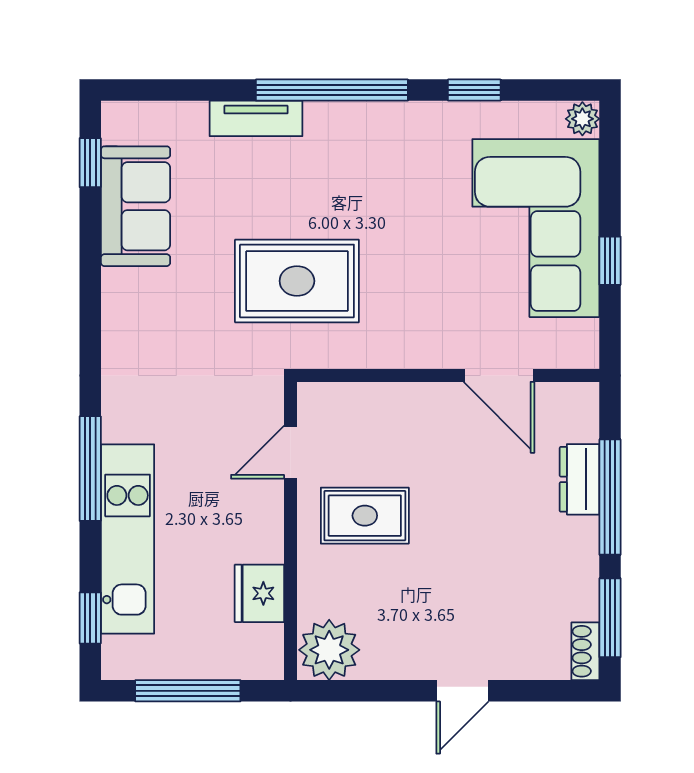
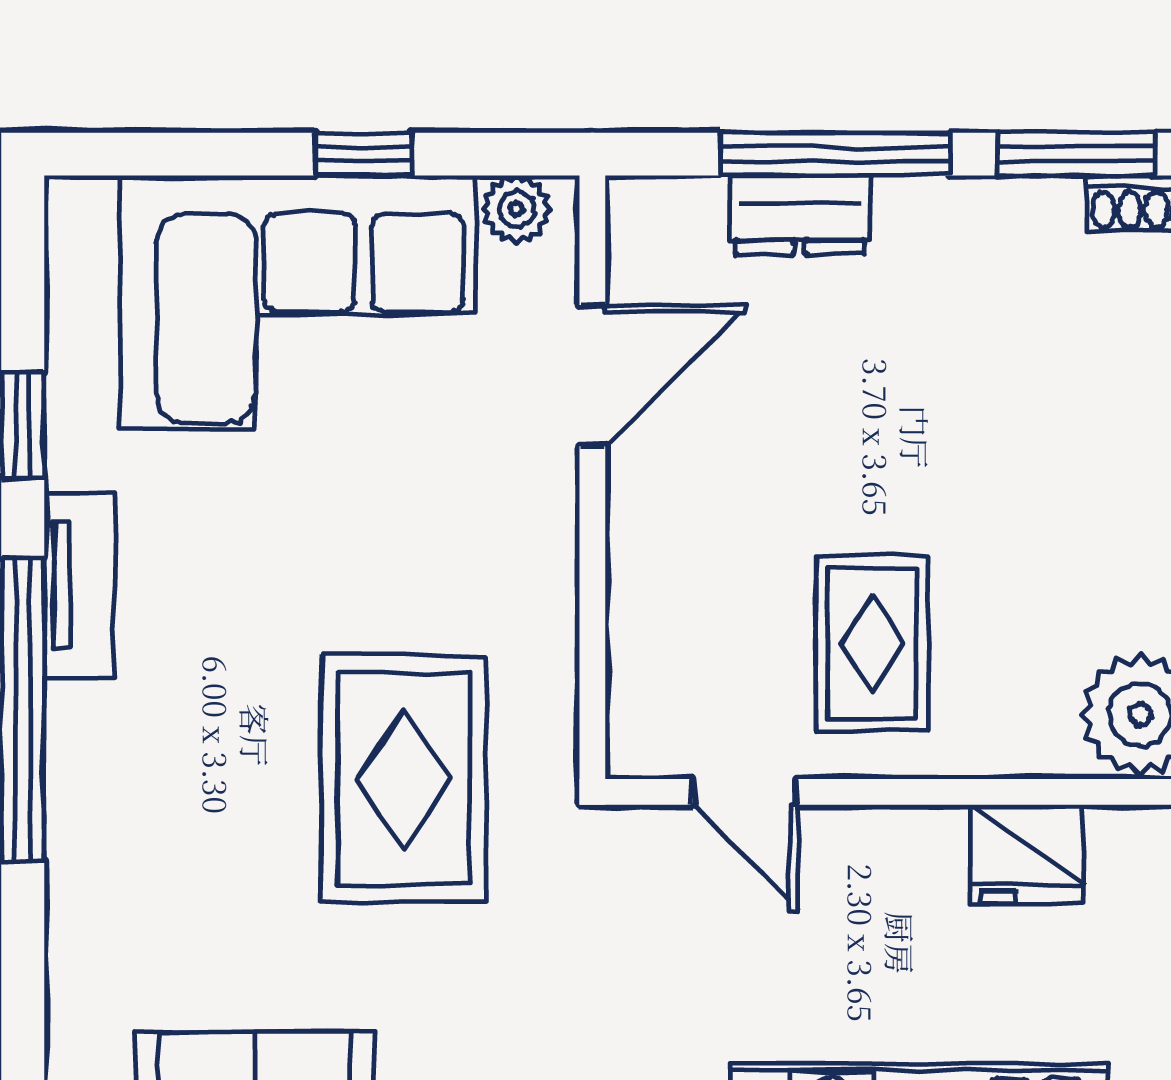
tv unit: (256, 118) -> (79, 585), moved
plant: (582, 119) -> (516, 209), moved

